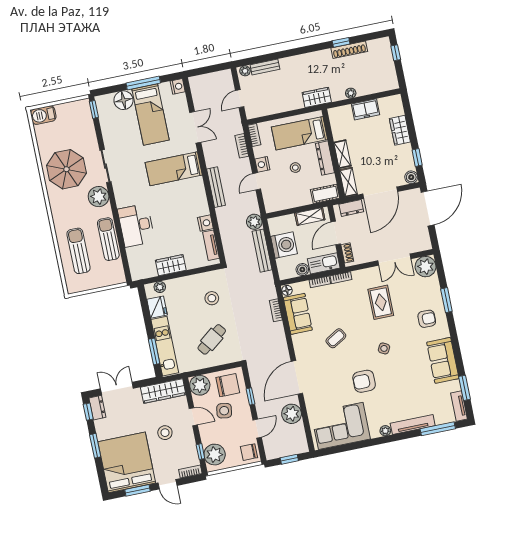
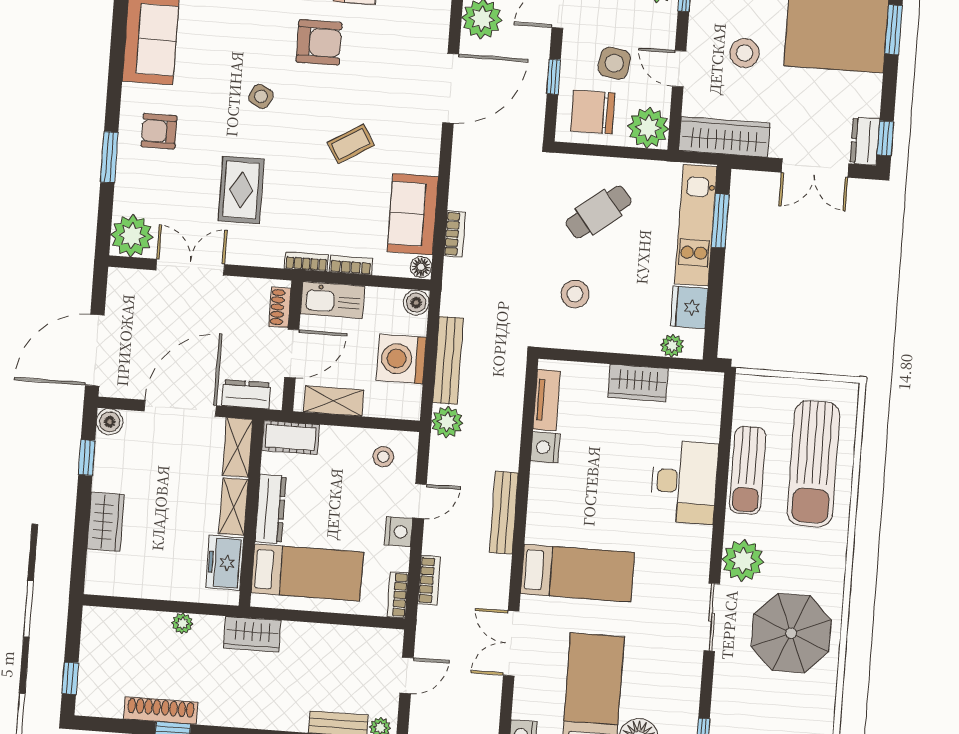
freezer: (365, 109) -> (225, 563), moved, turned -90
stool: (295, 168) -> (383, 457), moved
sun lounger: (78, 251) -> (814, 464), width x1.36, depth x1.34
boiler: (302, 270) -> (416, 303), moved
window: (95, 446) -> (893, 30), moved

